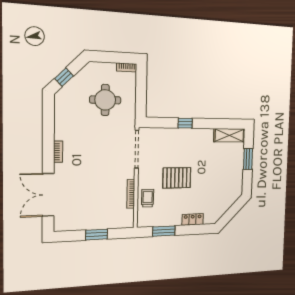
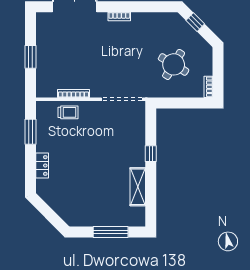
round table: (105, 100) -> (174, 64), turned 31
shelving: (229, 135) -> (138, 187), moved
window: (248, 159) -> (111, 232), width x1.44
pallet: (177, 178) -> (90, 146), removed

